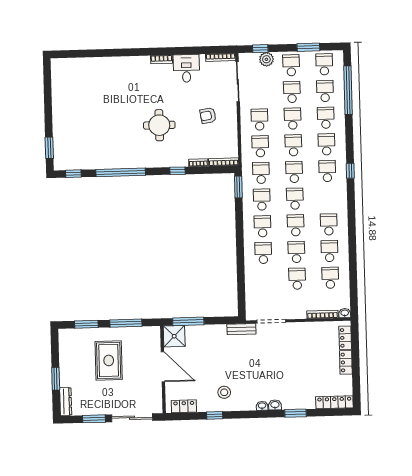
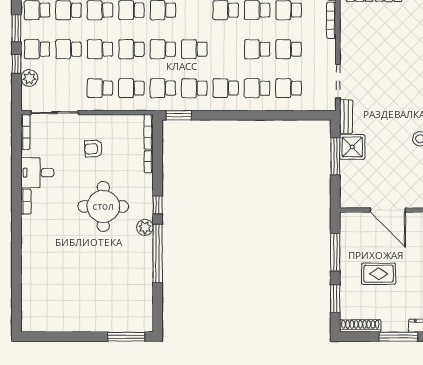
window: (260, 49) -> (16, 64), moved
armchair: (208, 116) -> (94, 149), turned 97
round table: (159, 125) -> (103, 206), width x1.36, depth x1.36
window: (49, 148) -> (126, 337), width x1.44
plant: (142, 161) -> (145, 227), added
window: (177, 171) -> (158, 205), moved
window: (73, 174) -> (158, 309), removed
school desk: (296, 225) -> (289, 88), moved
window: (188, 321) -> (335, 156), moved
shower: (174, 336) -> (352, 147), moved
shoe rack: (64, 346) -> (360, 326), added
rug: (109, 360) -> (379, 274), width x0.73, depth x0.70
door: (163, 367) -> (388, 210), swing flipped
window: (56, 379) -> (398, 337), width x1.44

